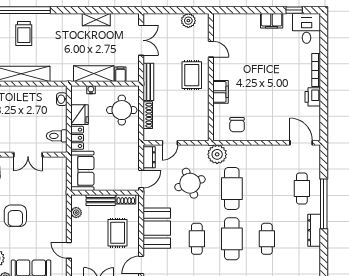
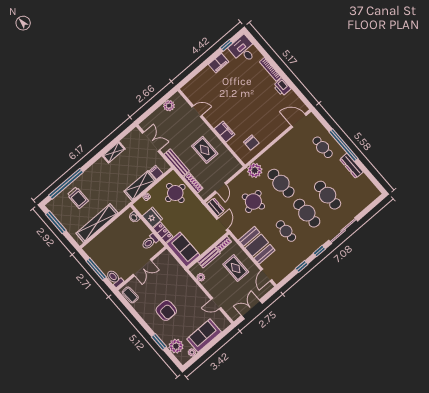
rug: (192, 75) -> (205, 150), moved
cafe table: (267, 239) -> (328, 195), width x1.37, depth x1.35

